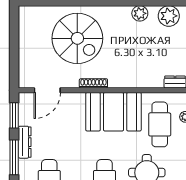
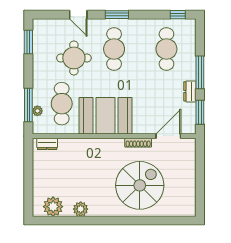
spiral stairs: (77, 38) -> (140, 185), turned 90
shoe rack: (93, 83) -> (138, 143), moved
dresser: (25, 142) -> (190, 91), width x0.70

